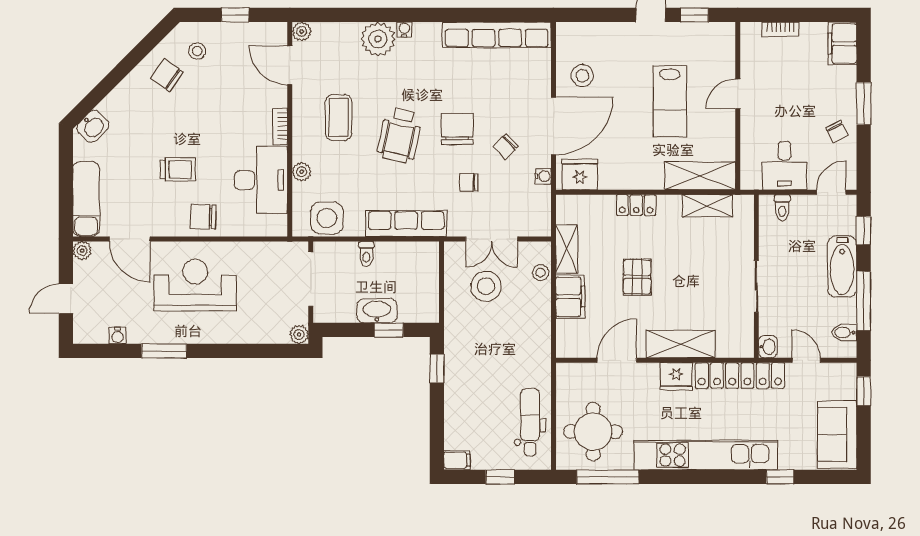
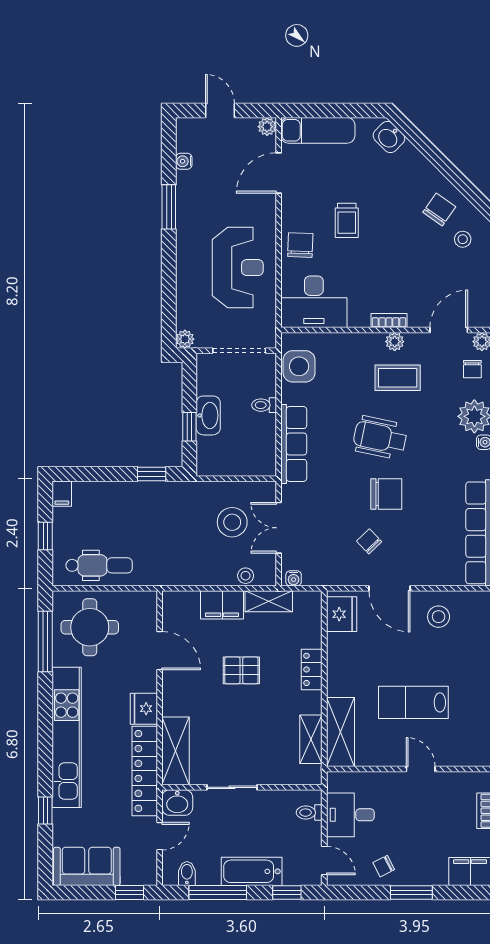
door: (553, 126) -> (389, 588), width x0.73
plant: (302, 172) -> (395, 342), moved
water cooler: (543, 176) -> (294, 578), moved
desk: (261, 180) -> (314, 302), moved
chair: (469, 182) -> (472, 369), moved, turned 180
reception desk: (195, 285) -> (238, 268), moved
shelving: (681, 344) -> (176, 751), moved
washbasin: (768, 347) -> (177, 802), width x1.38, depth x1.45

